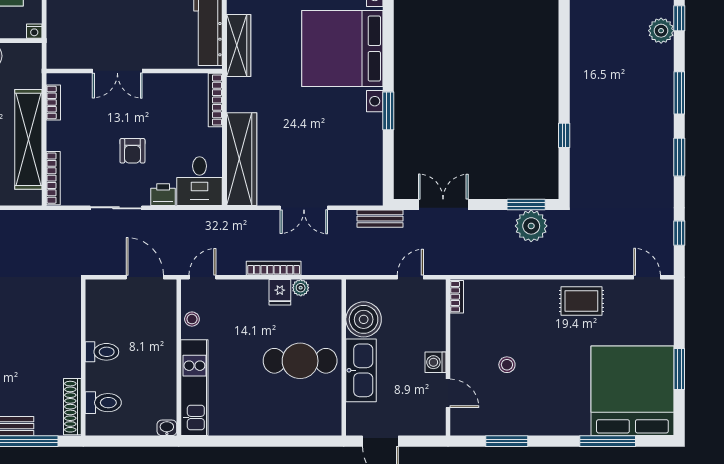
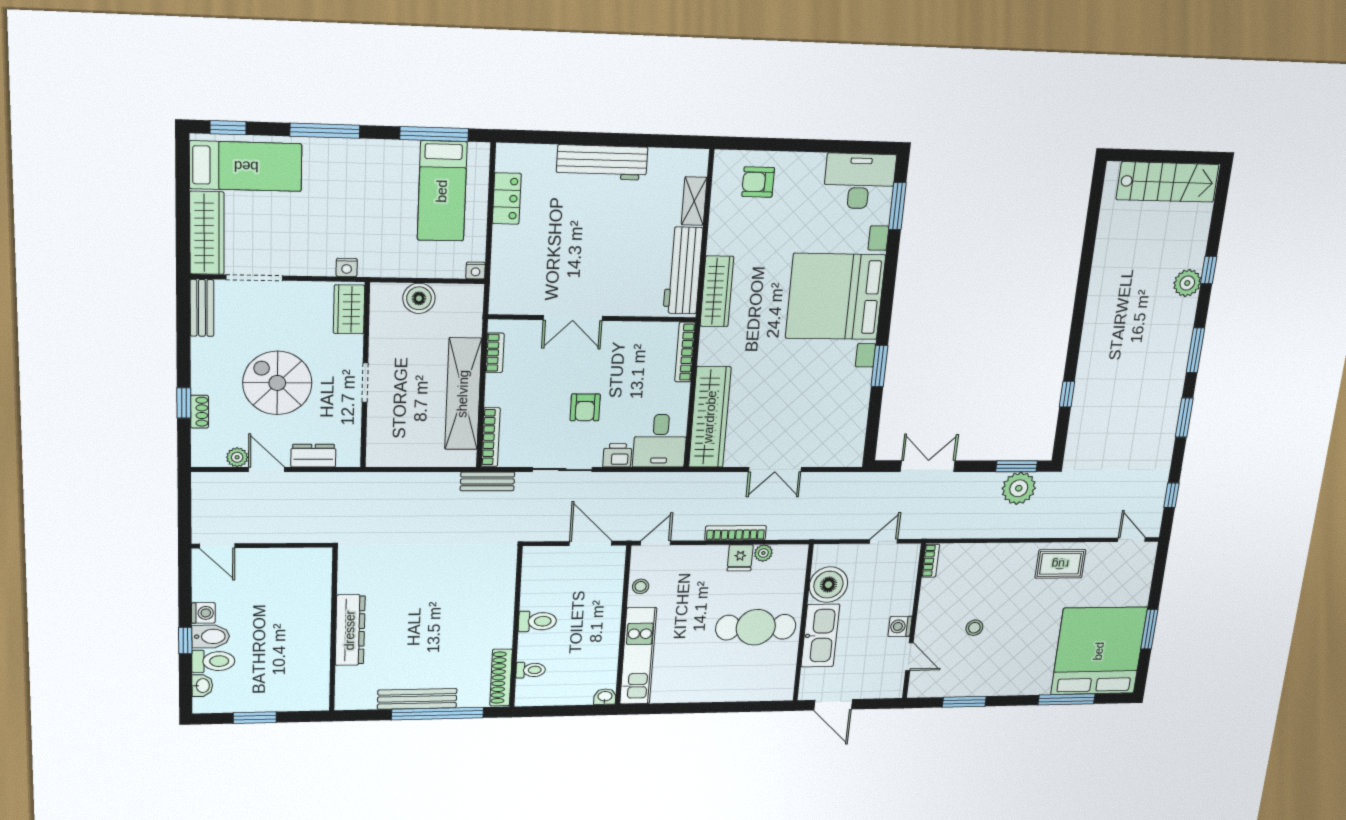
bench: (380, 219) -> (487, 481), moved
toilet: (103, 403) -> (531, 670), width x0.73, depth x0.72

